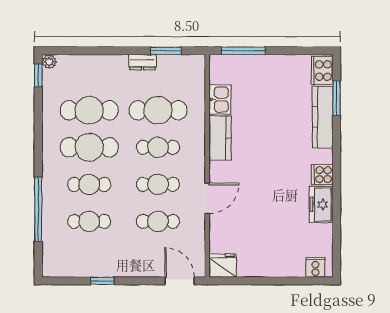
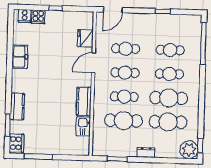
window: (243, 51) -> (38, 157), moved
plant: (49, 62) -> (189, 150), width x1.88, depth x1.88
dresser: (142, 62) -> (146, 152), moved
kitchen counter: (323, 117) -> (17, 106), width x0.67
cooker: (322, 175) -> (38, 17), moved, turned 90
window: (38, 209) -> (203, 44), moved
fridge: (223, 266) -> (85, 38), moved, turned 90
door: (180, 281) -> (113, 10), hinge flipped
window: (268, 281) -> (56, 8), added

